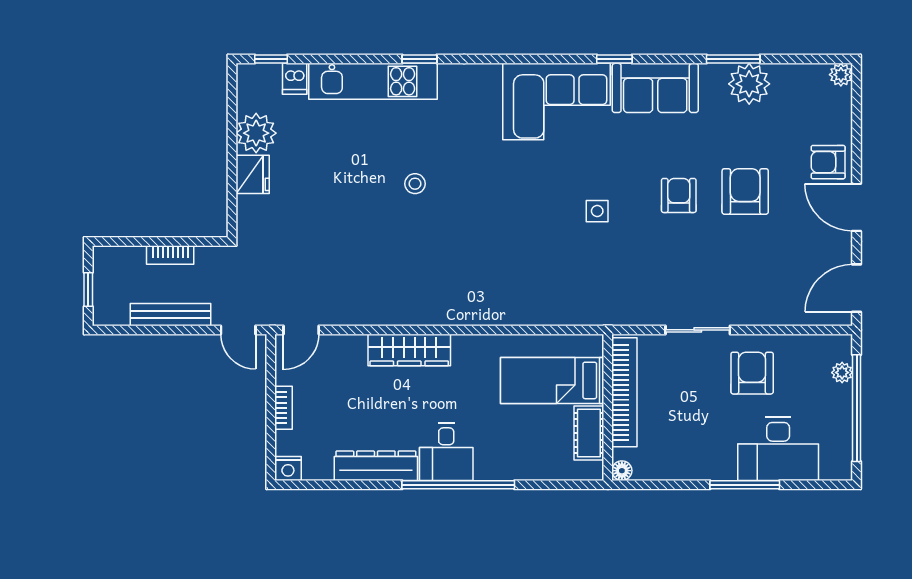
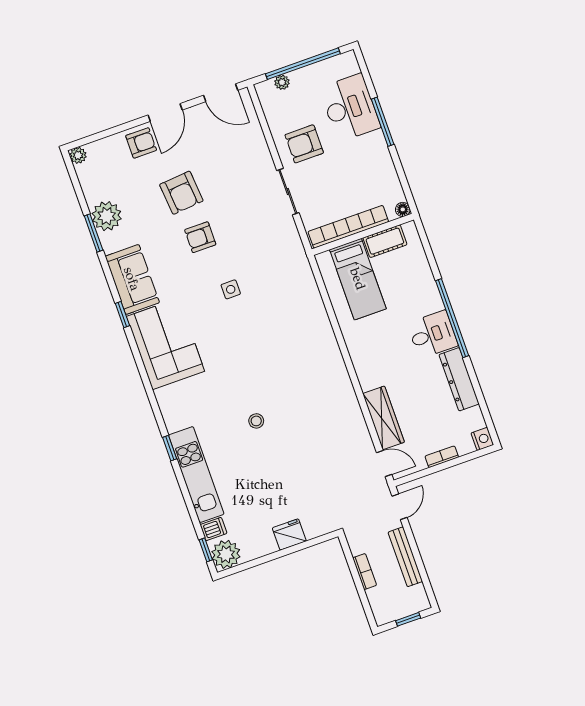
plant: (256, 133) -> (226, 554), moved
armchair: (828, 162) -> (141, 143), turned -90
armchair: (745, 191) -> (181, 193), turned -95
wardrobe: (409, 350) -> (383, 418), moved

